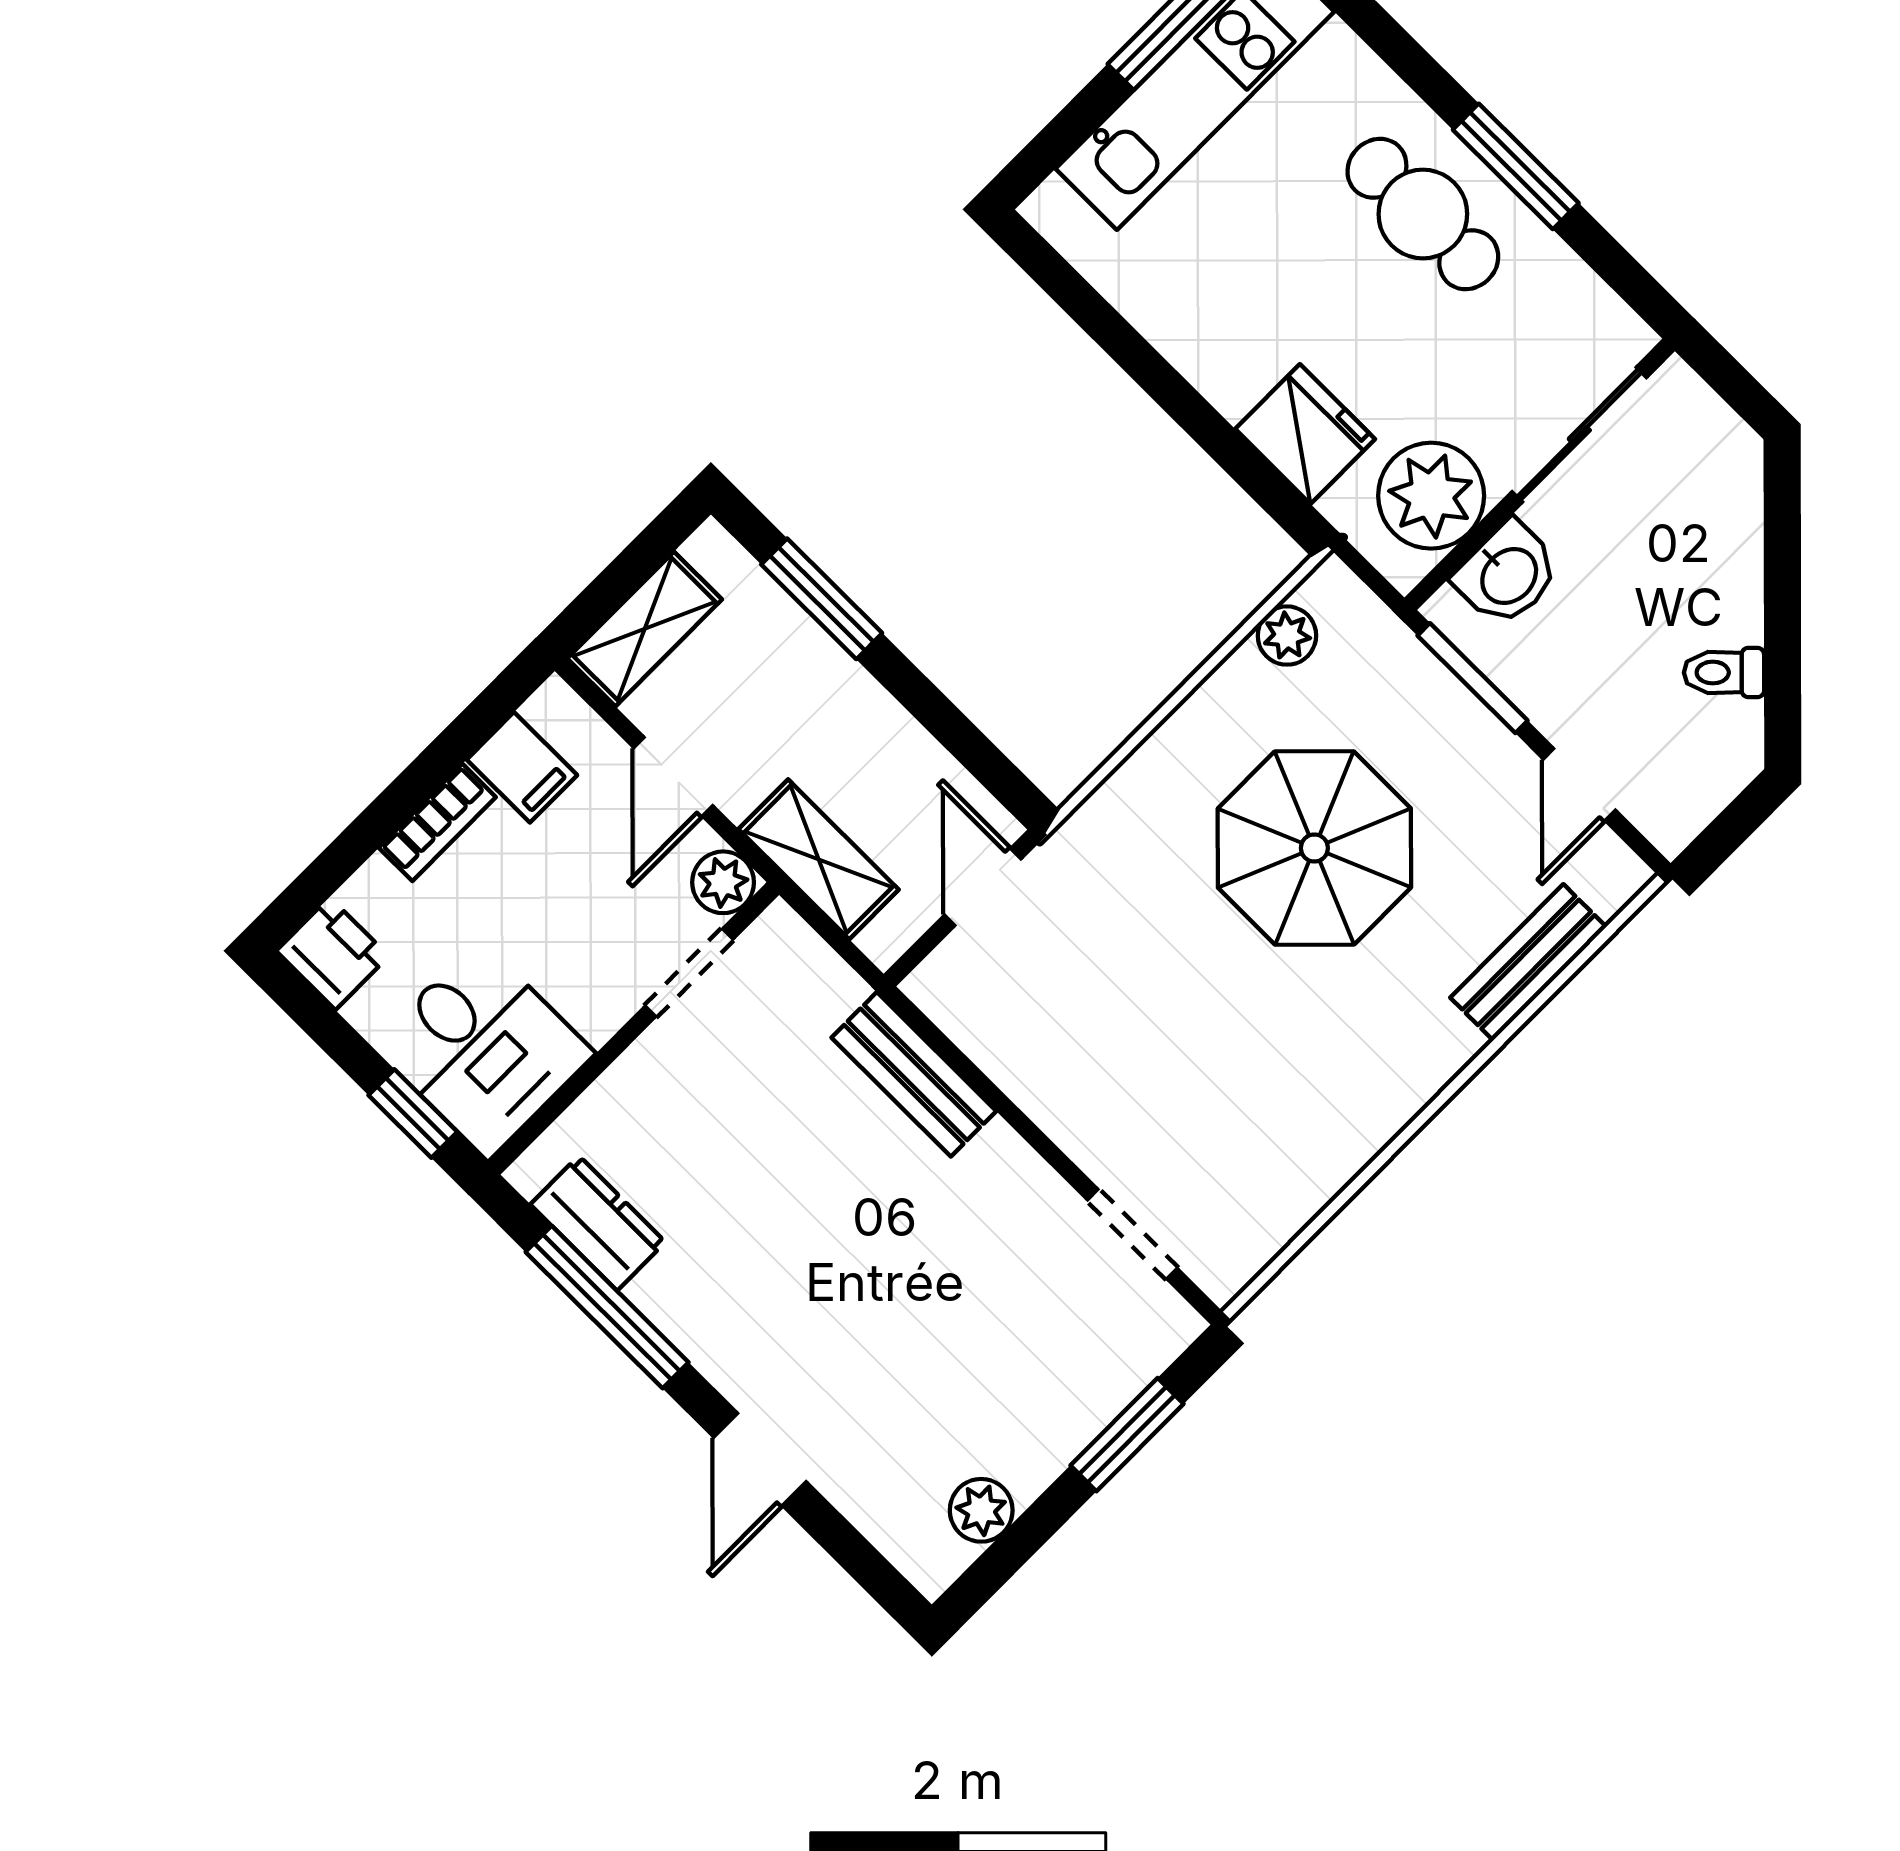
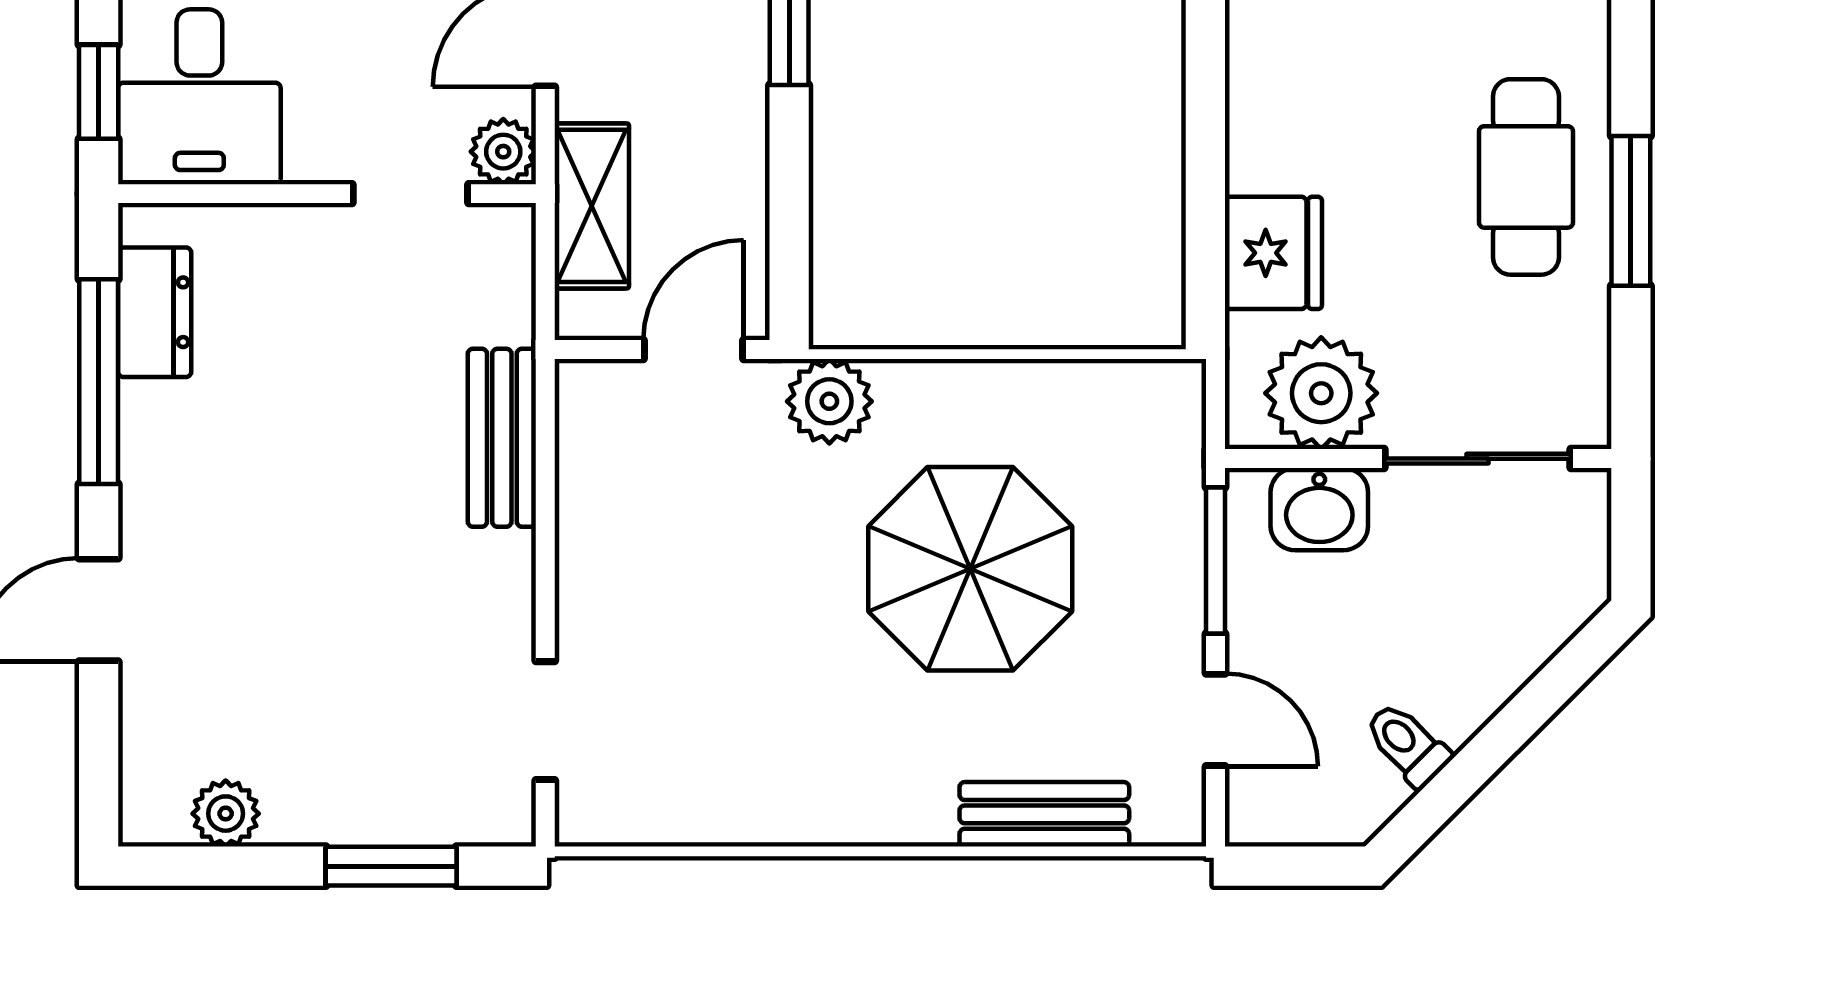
plant: (1287, 636) -> (829, 401), moved, width x1.38, depth x1.38
door: (1579, 785) -> (1215, 720), swing flipped

